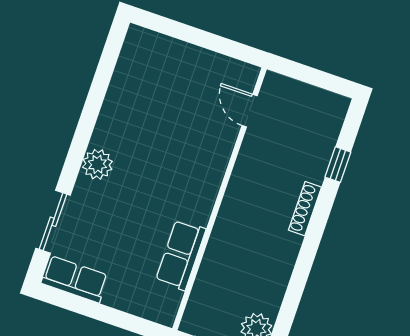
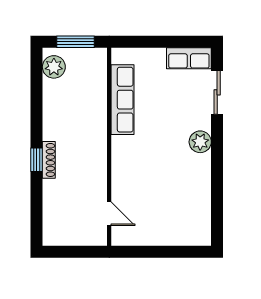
window: (338, 165) -> (37, 160), moved
row of seats: (181, 255) -> (122, 100), width x1.48

